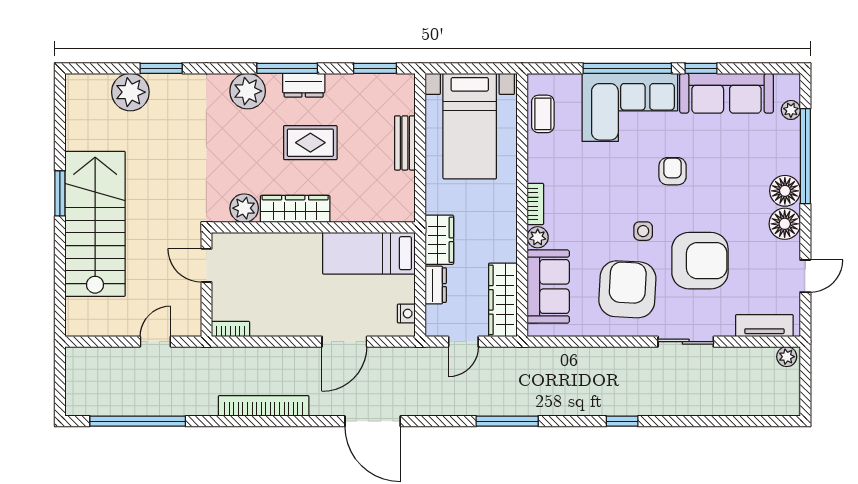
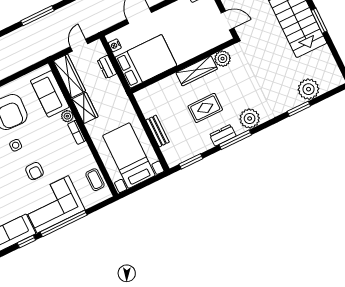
armchair: (673, 171) -> (35, 171), moved
wardrobe: (439, 240) -> (85, 108), moved, turned 180
bed: (369, 253) -> (146, 61), width x1.50

